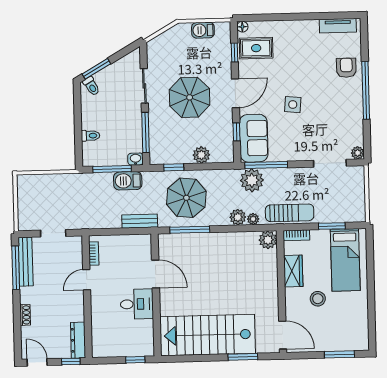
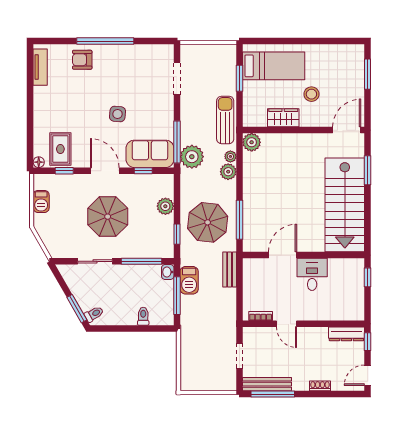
plant: (358, 153) -> (167, 51), removed
bookcase: (296, 235) -> (248, 114), removed

